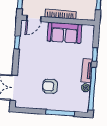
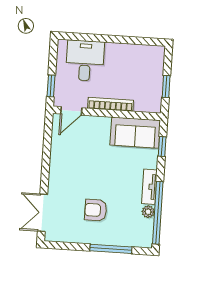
sofa: (65, 33) -> (135, 133), moved
window: (17, 42) -> (47, 146), removed
window: (95, 54) -> (162, 146), moved

